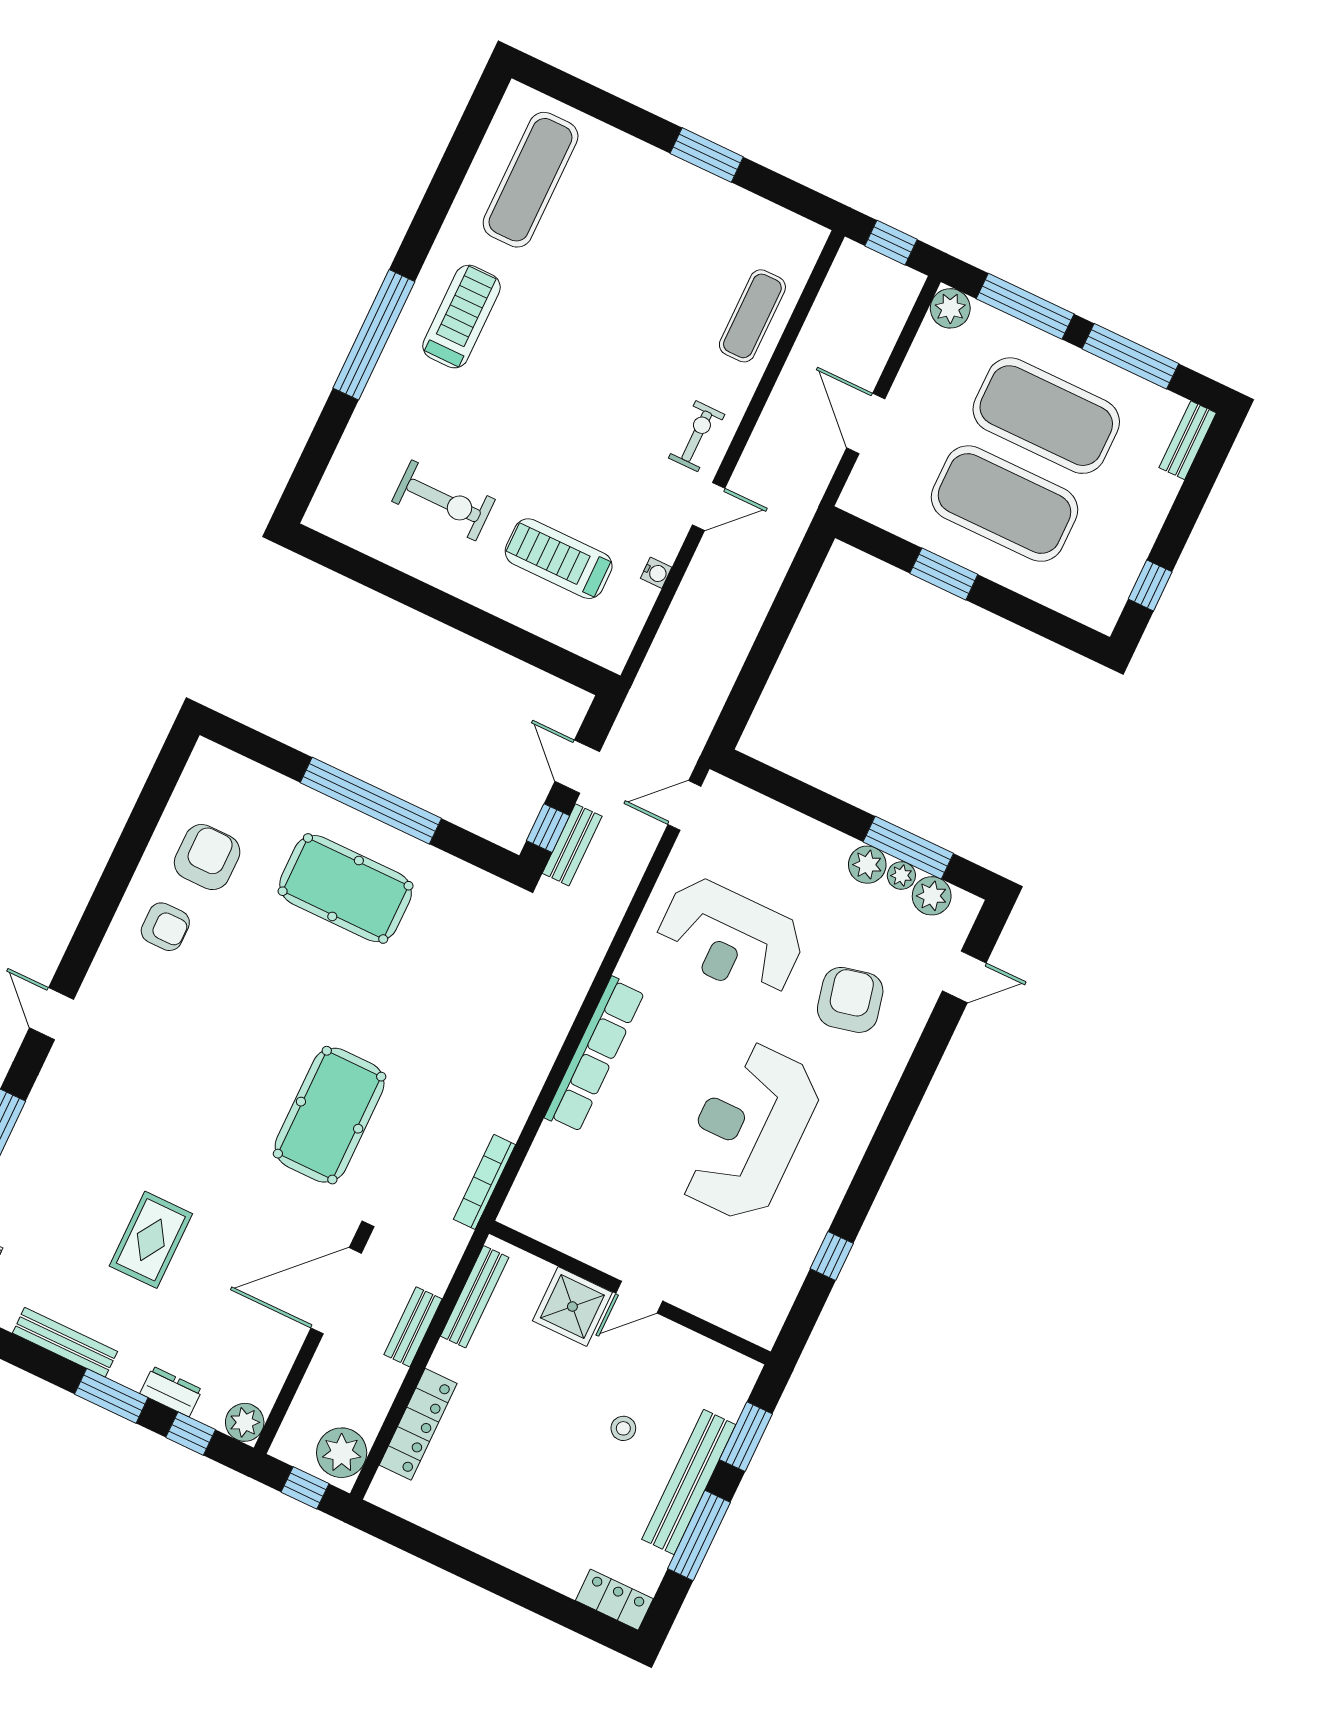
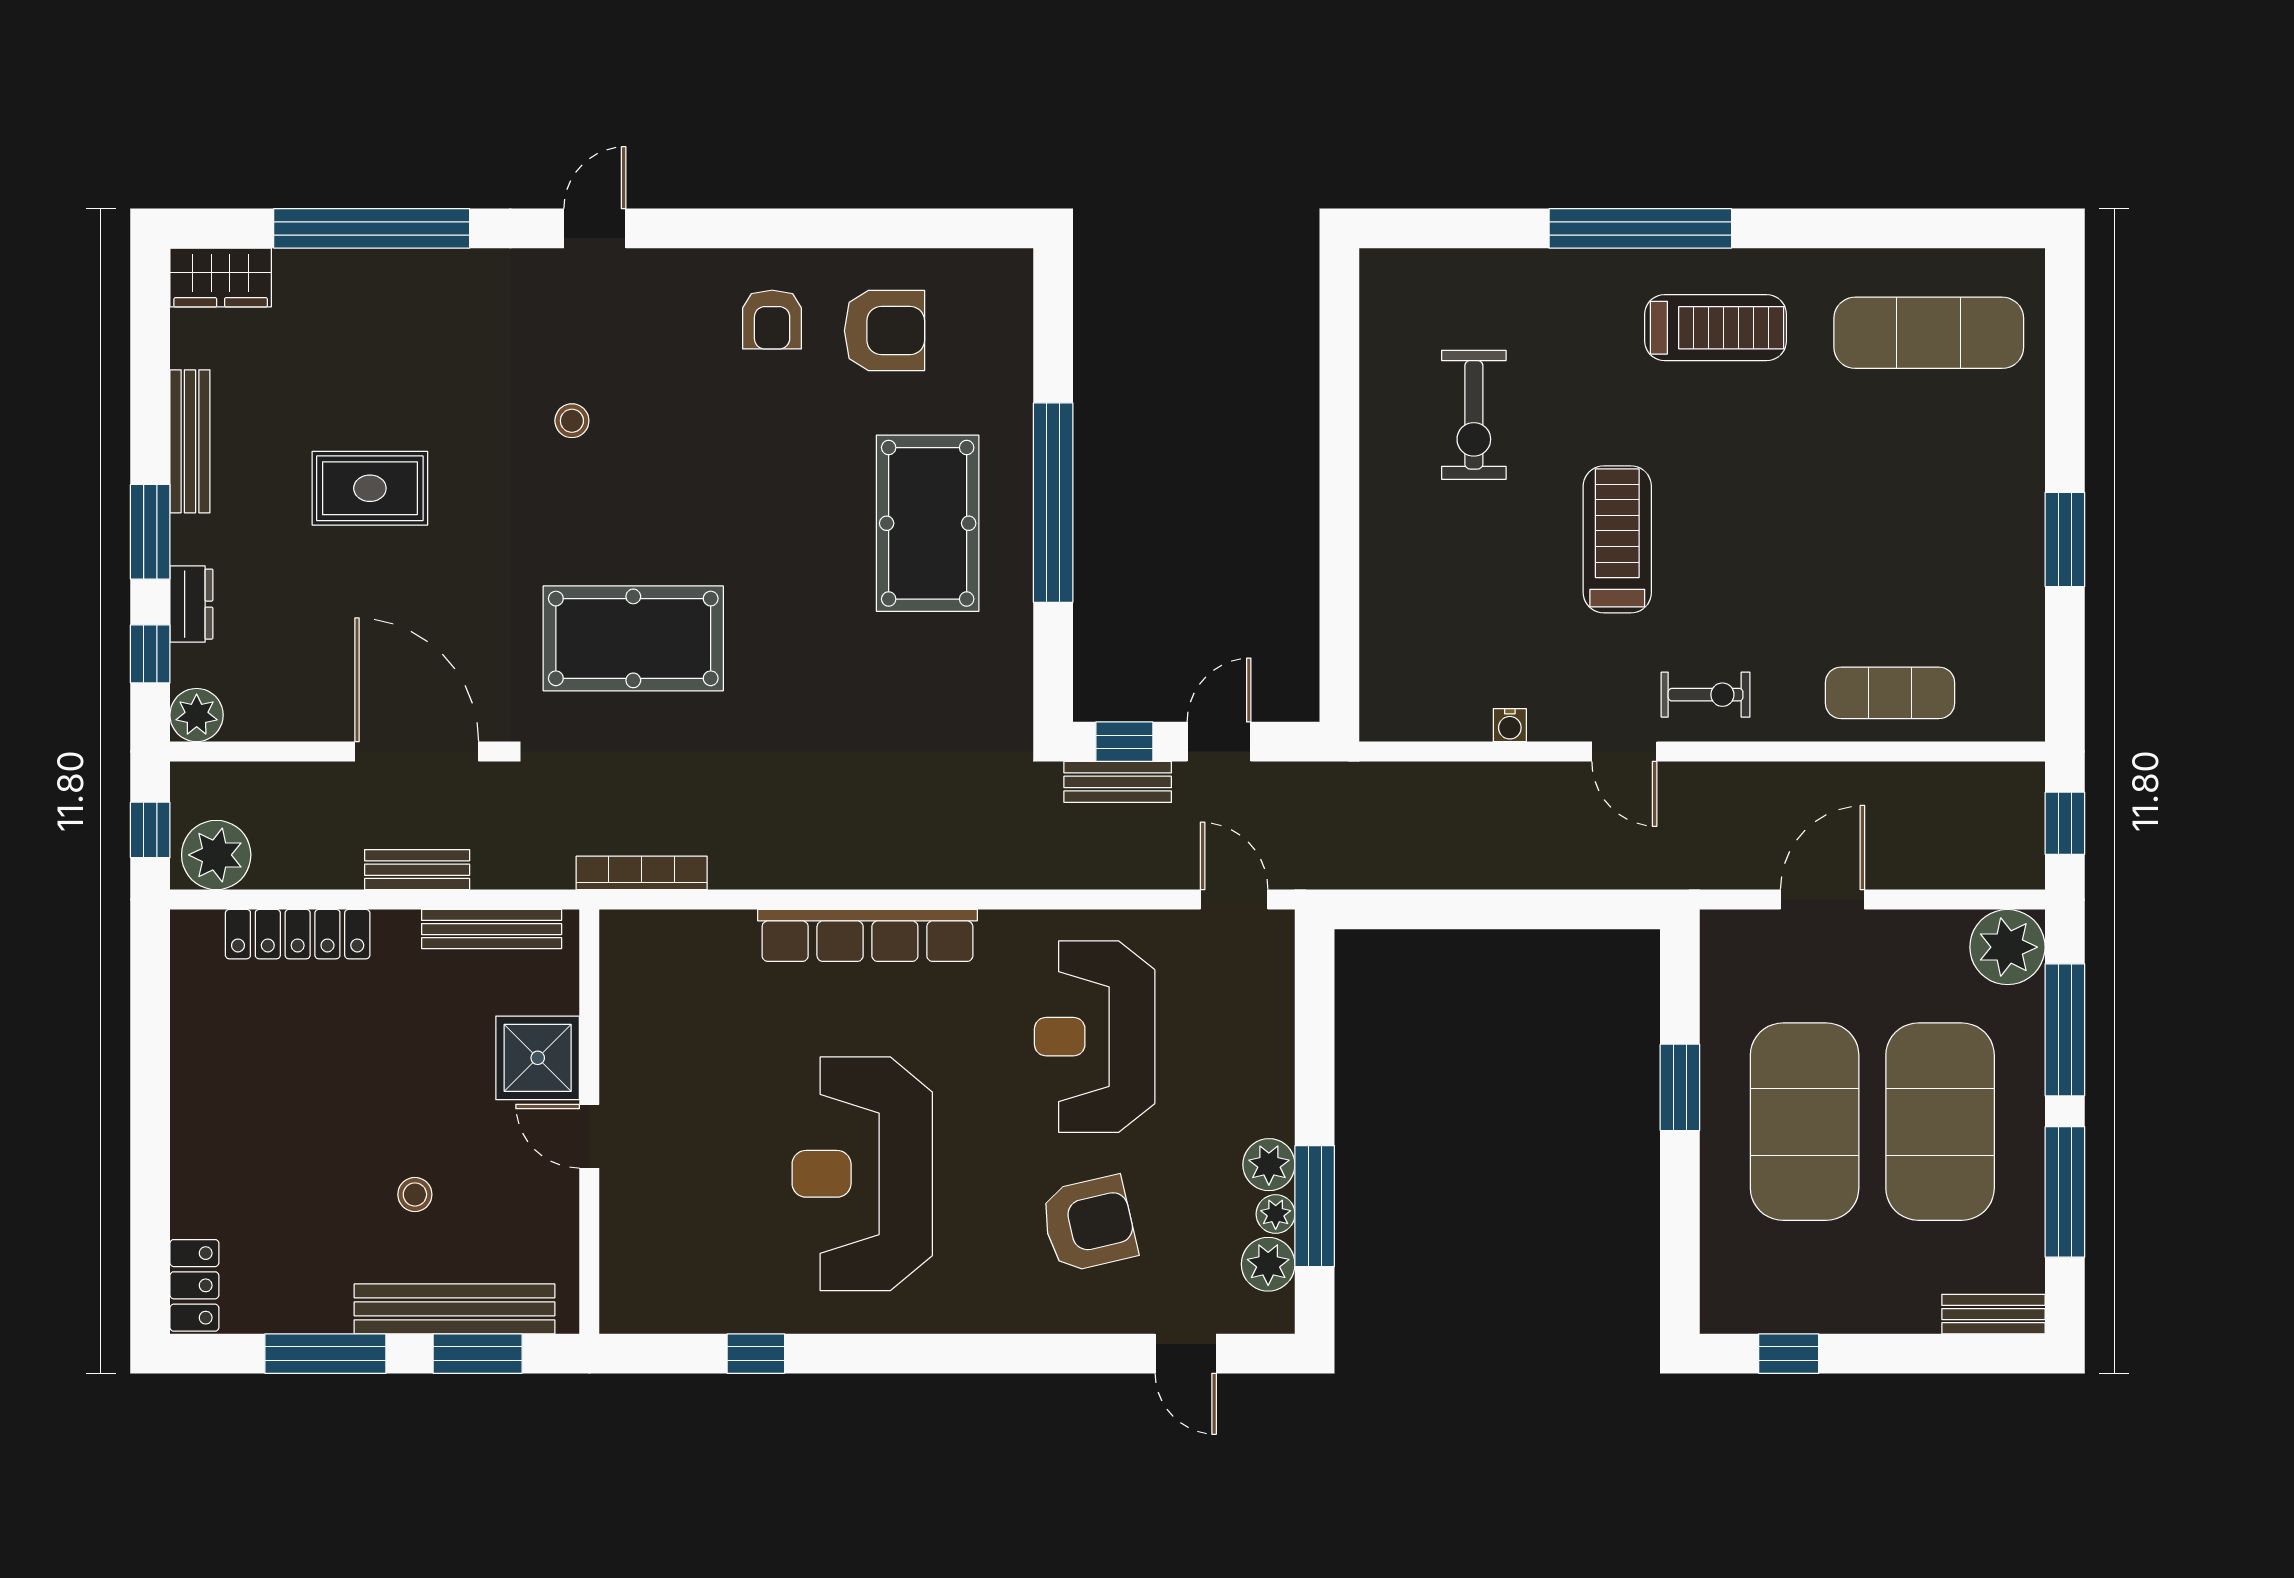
plant: (950, 308) -> (2007, 947), width x1.36, depth x1.36
treadmill: (559, 559) -> (1617, 539), moved
stool: (169, 1088) -> (572, 421), added
reception desk: (748, 1132) -> (862, 1174), turned -90
bench: (689, 1482) -> (455, 1309), moved

